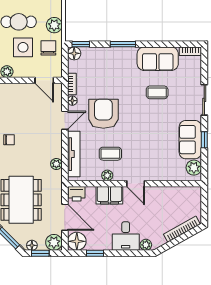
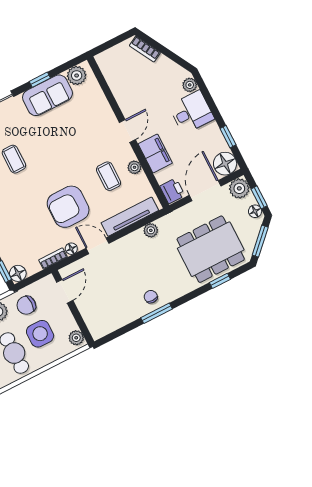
bookcase: (182, 229) -> (145, 49), width x0.64

